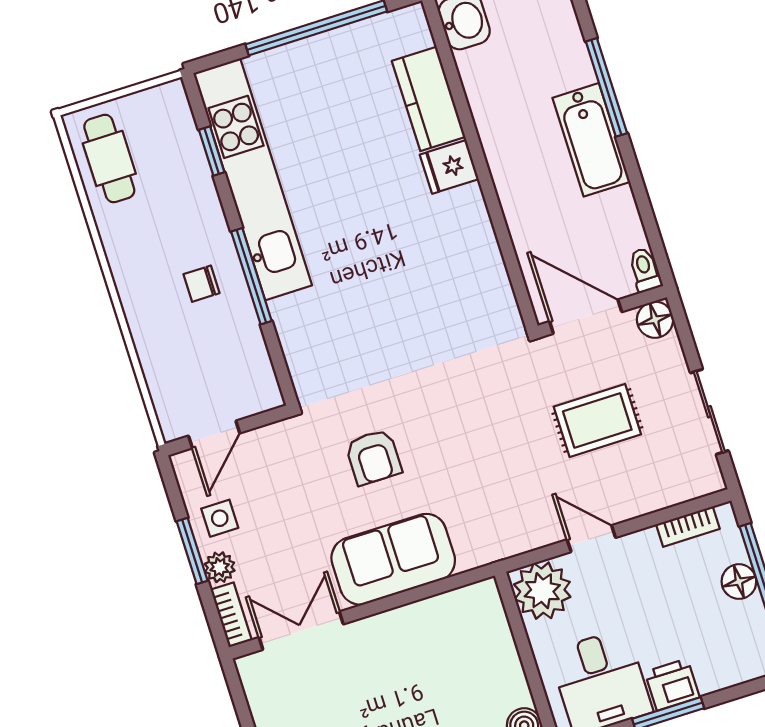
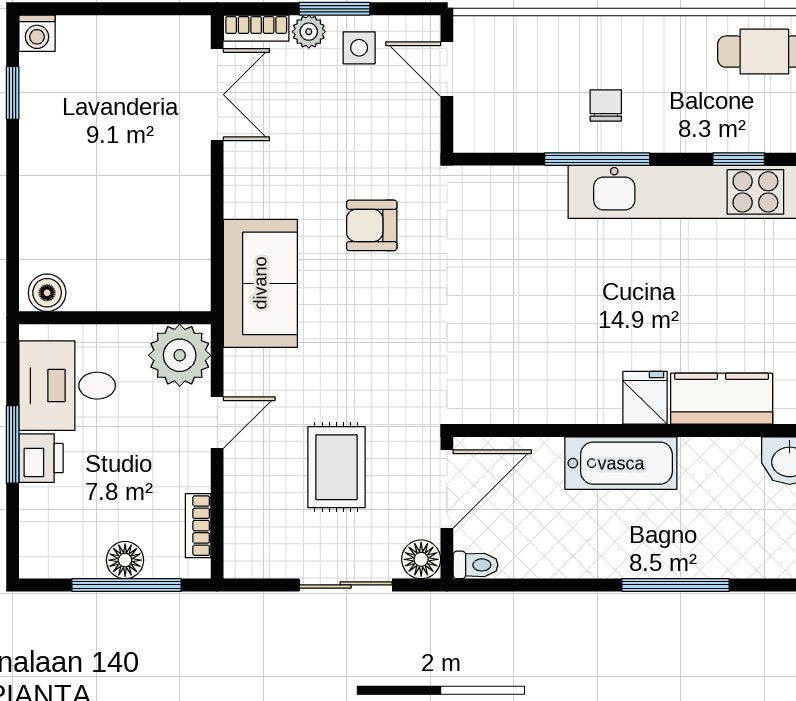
bathtub: (591, 140) -> (621, 463), moved, turned 180
sliding door: (709, 412) -> (346, 585), moved
sofa: (393, 559) -> (260, 283), moved

